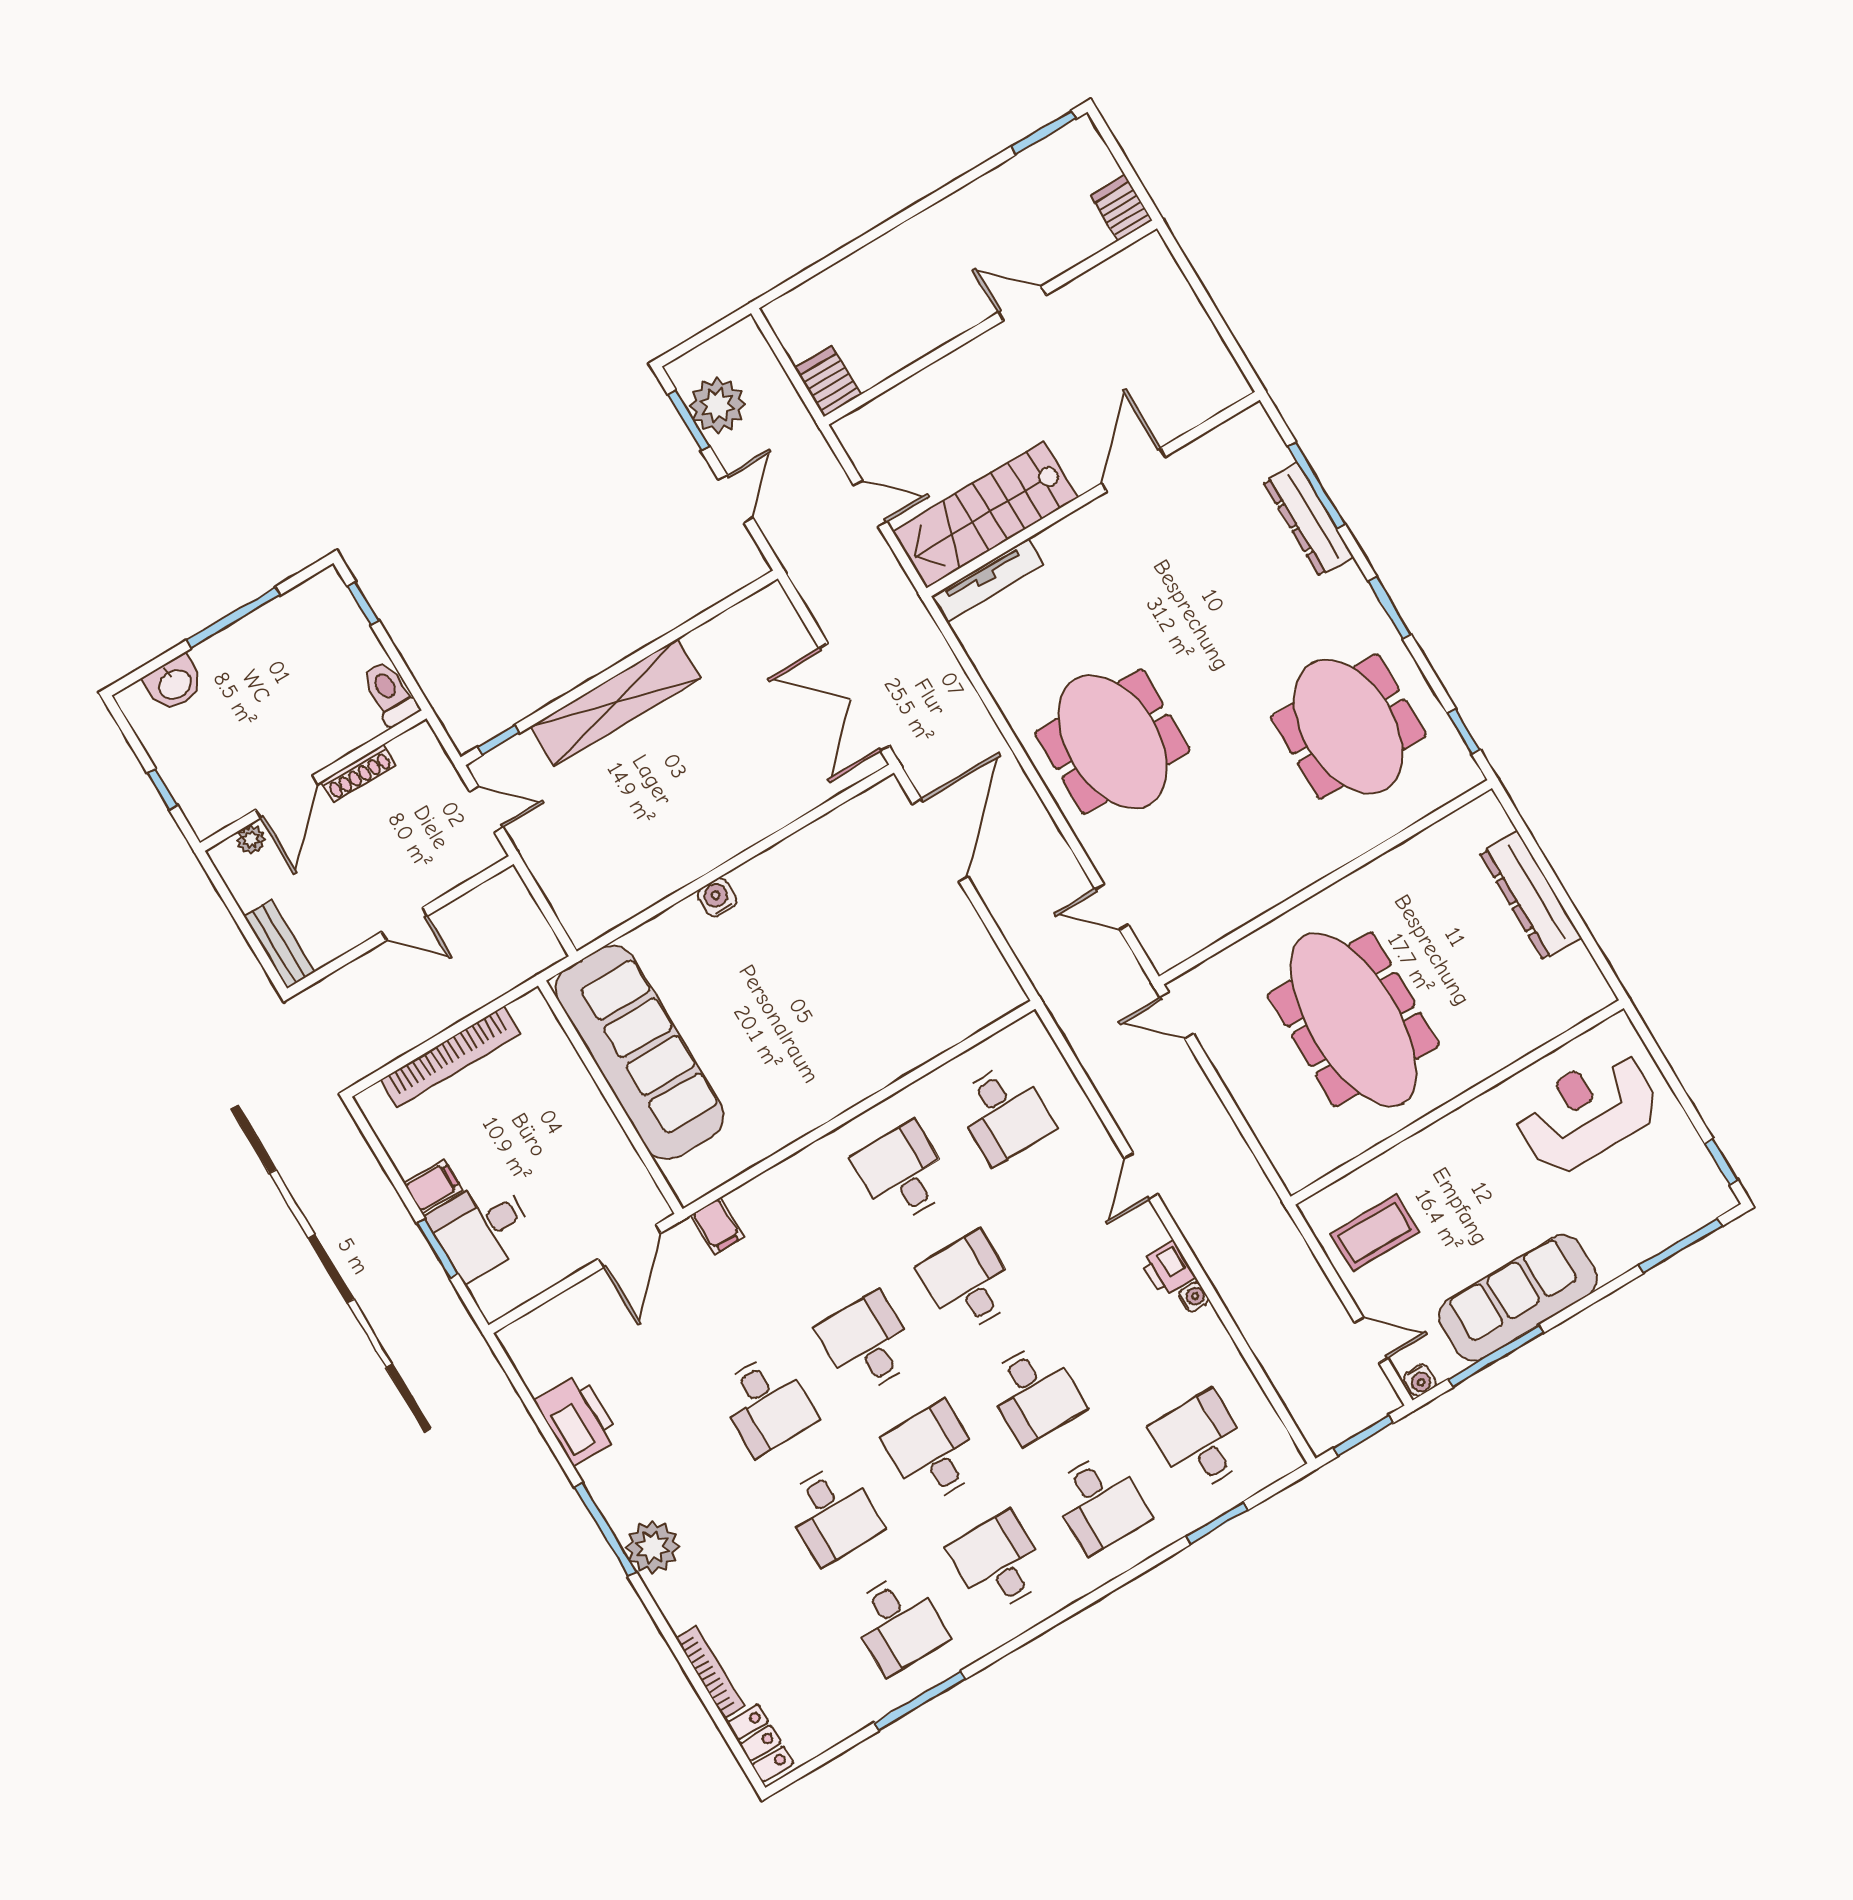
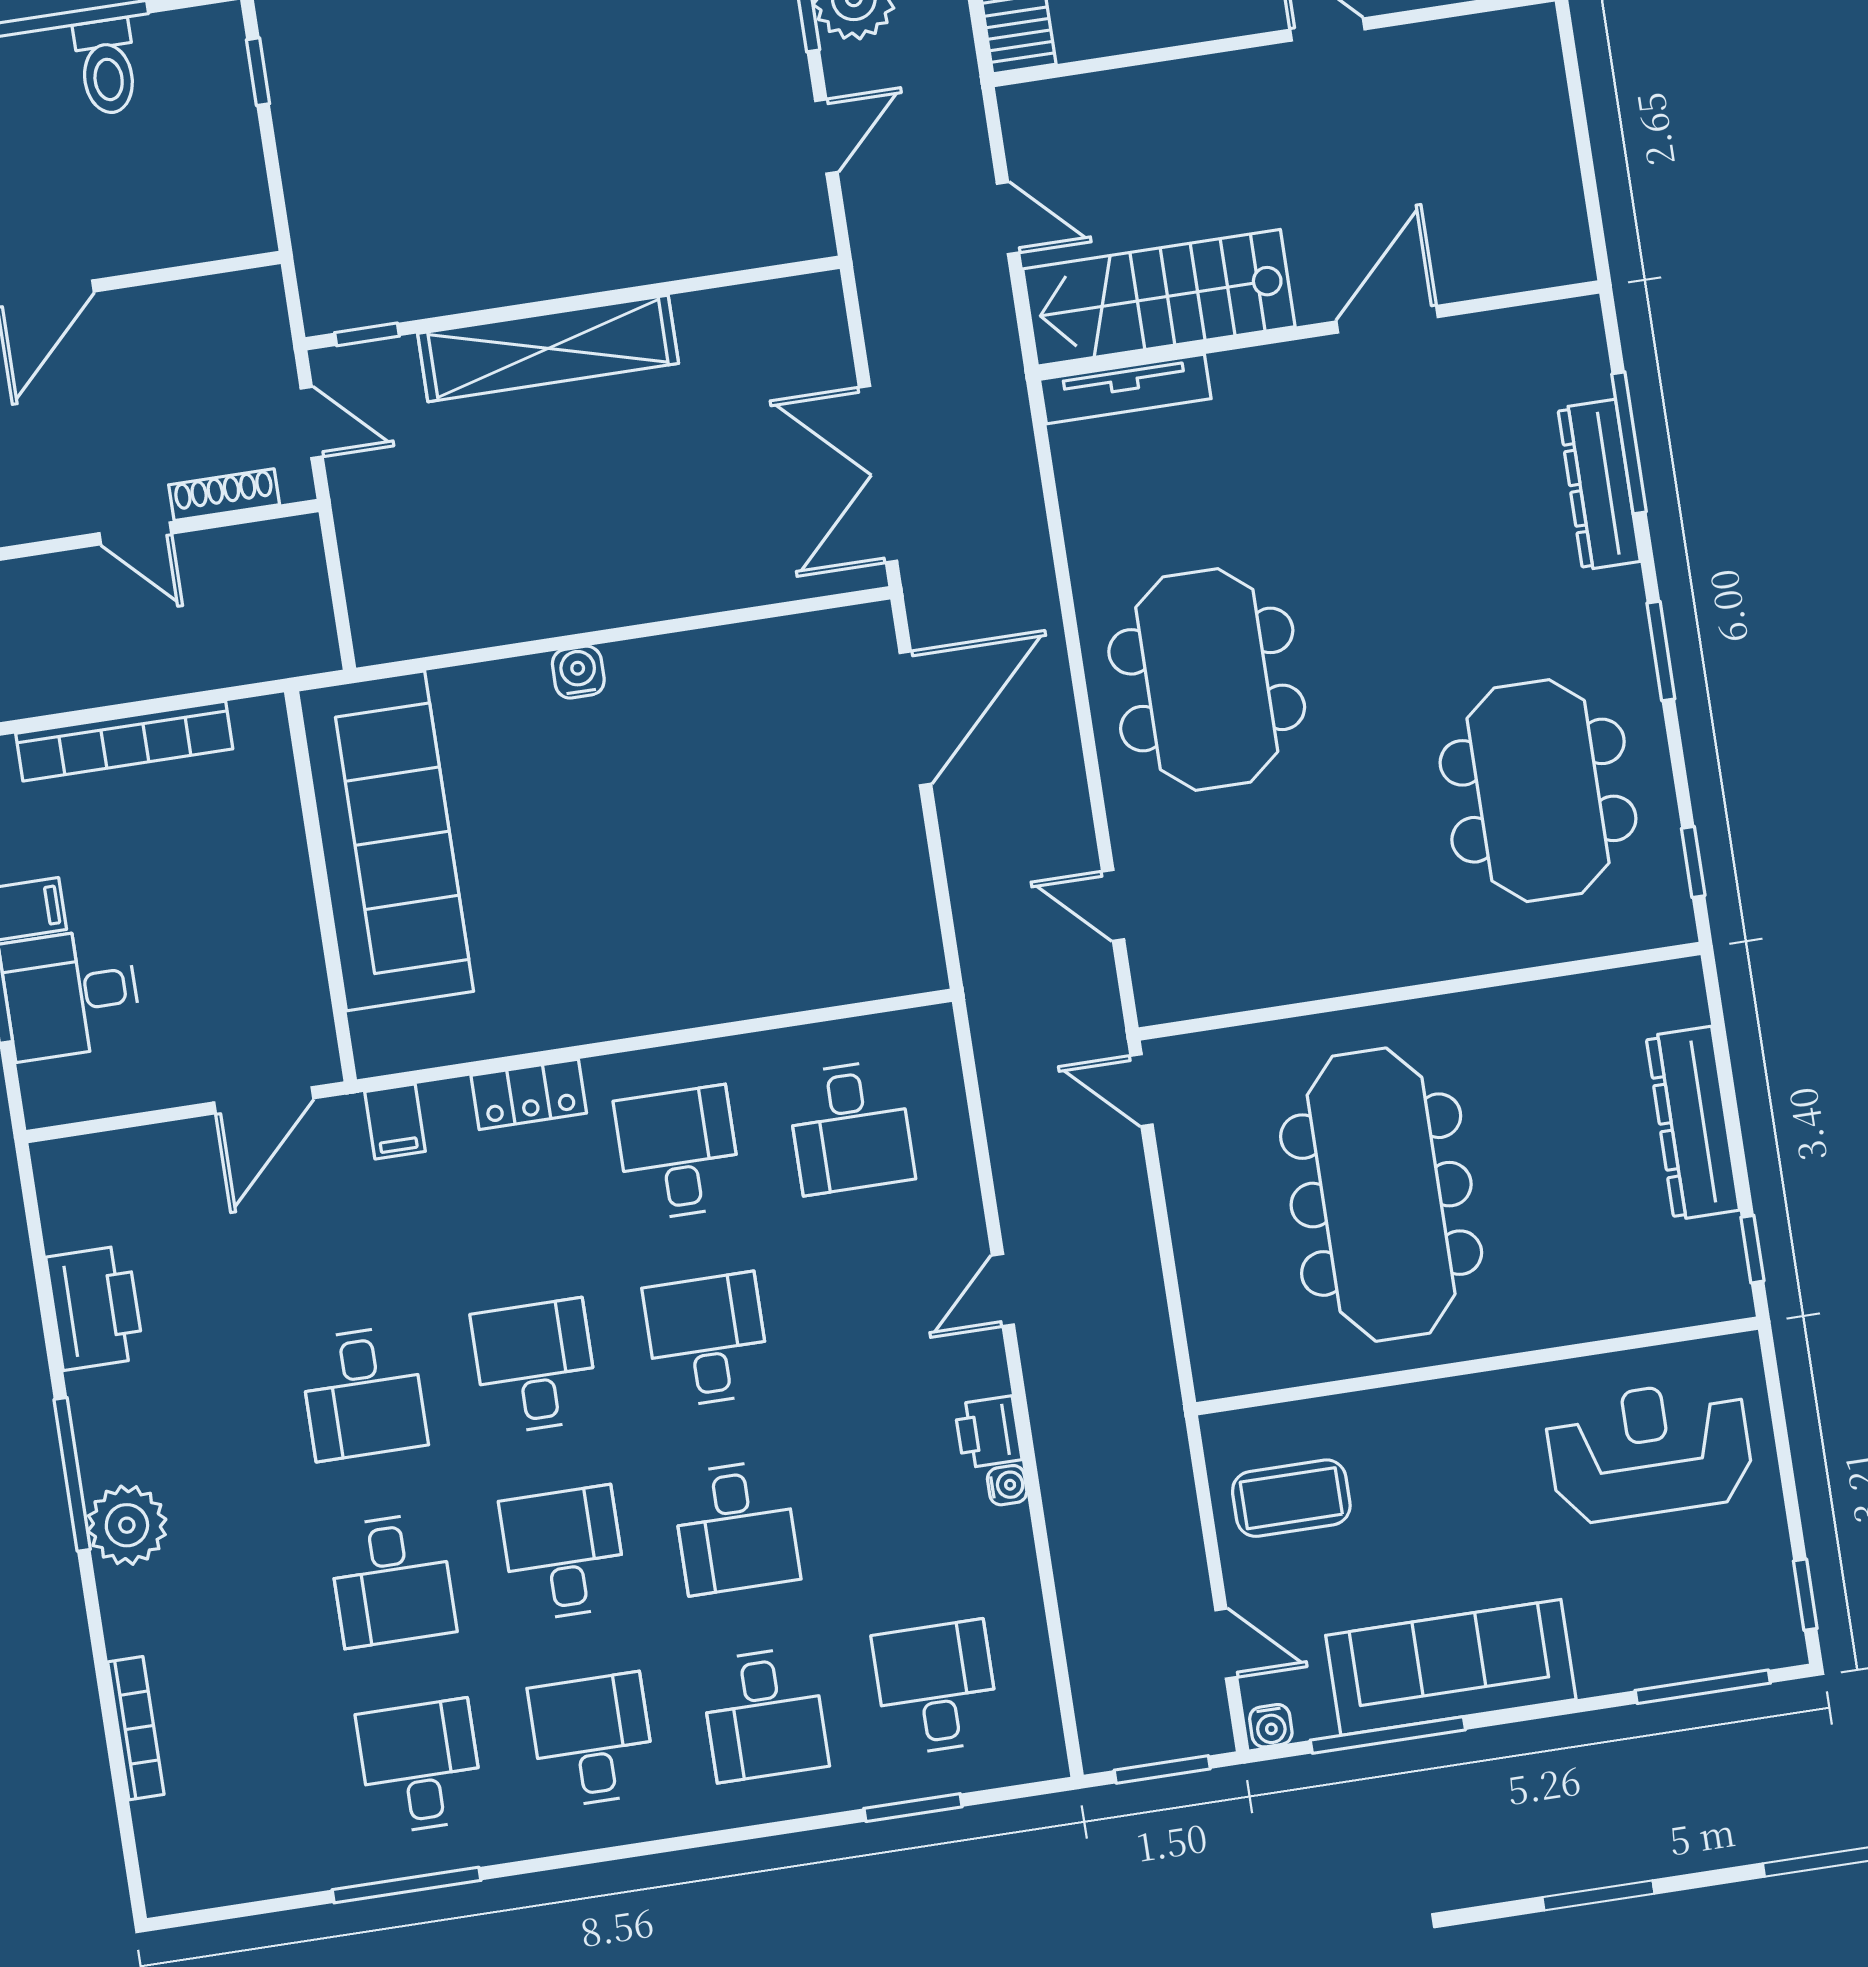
toilet: (390, 693) -> (107, 67), moved, turned 180
shoe rack: (358, 773) -> (224, 495), moved, turned 180
window: (1600, 959) -> (1752, 1249), added
desk: (898, 1623) -> (420, 1767), turned 180
locker: (760, 1743) -> (529, 1094), moved, turned 90

